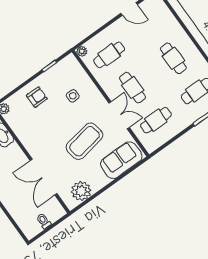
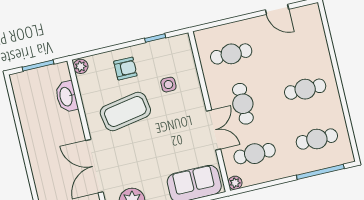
plant: (82, 51) -> (235, 183), moved
cafe table: (173, 58) -> (305, 89), turned 90
coffee table: (84, 141) -> (125, 111), moved

